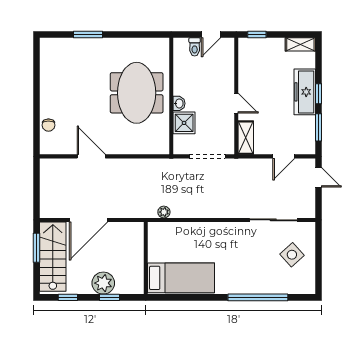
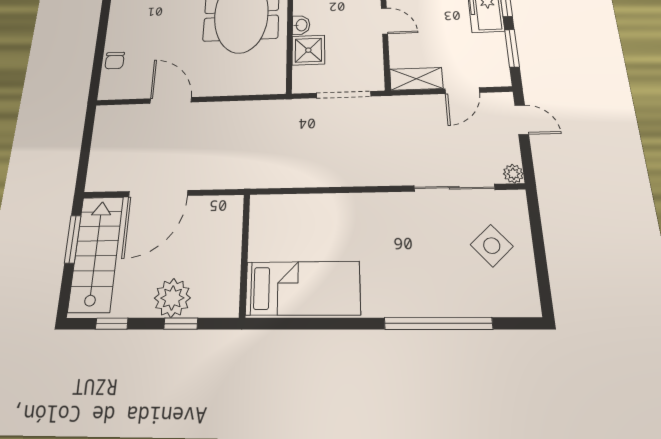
shelving: (246, 138) -> (416, 79), moved, turned 90
plant: (164, 212) -> (513, 174), moved

